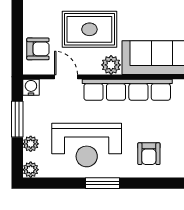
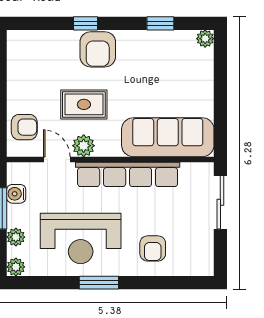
rug: (89, 29) -> (84, 104), width x0.73, depth x0.70
plant: (111, 65) -> (84, 146), moved
water cooler: (31, 87) -> (16, 194), moved, turned -90

